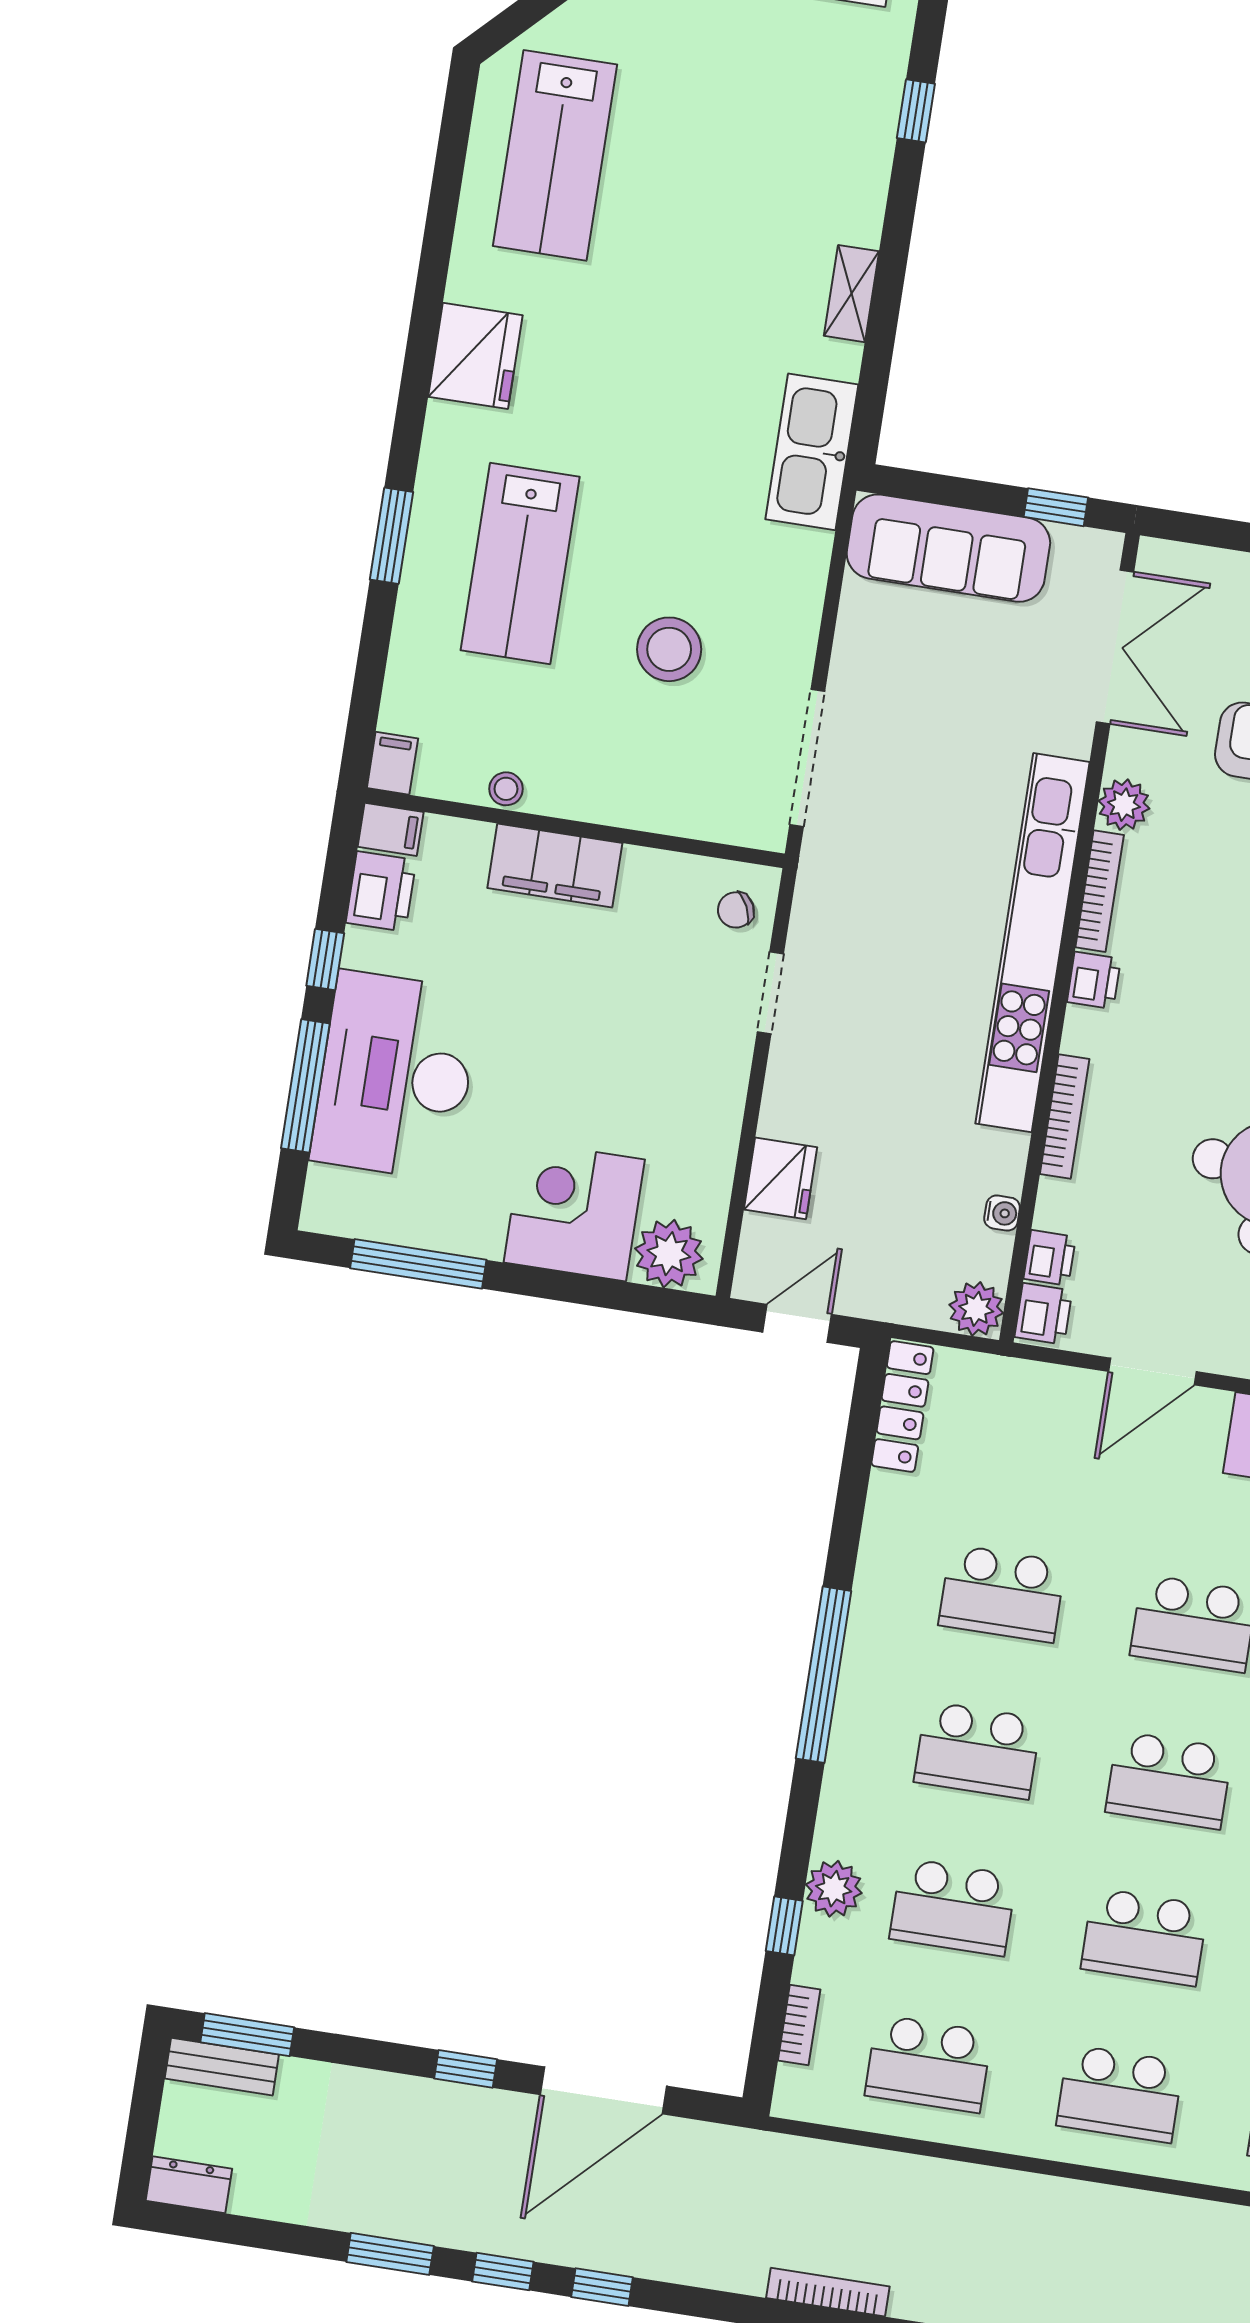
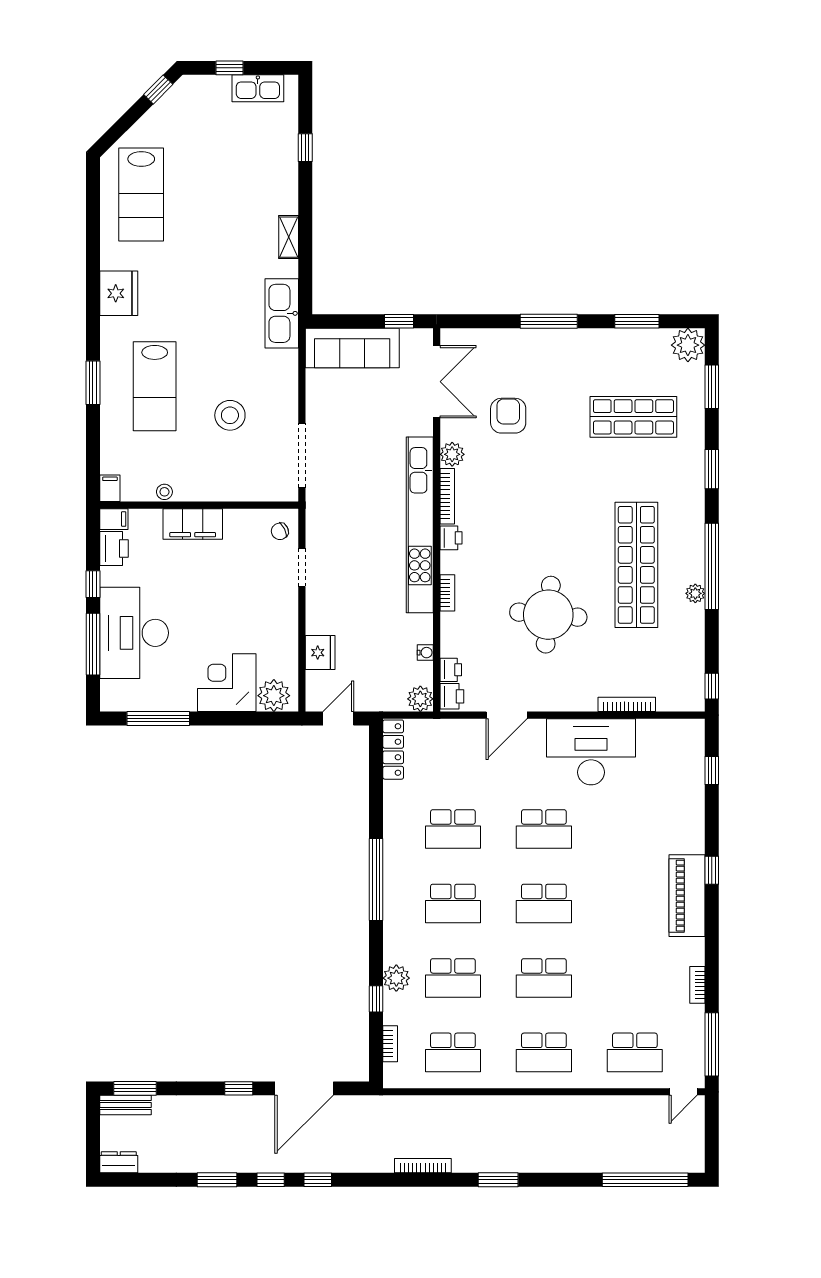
bookcase: (1065, 1116) -> (447, 593), width x0.64

